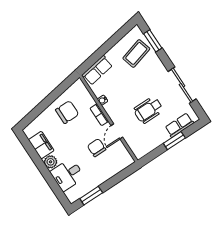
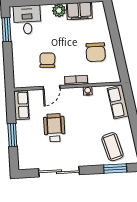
row of seats: (179, 125) -> (21, 105), moved
door: (117, 131) -> (52, 87), swing flipped
chair: (97, 148) -> (47, 60), turned -86
desk: (67, 175) -> (27, 20), moved

